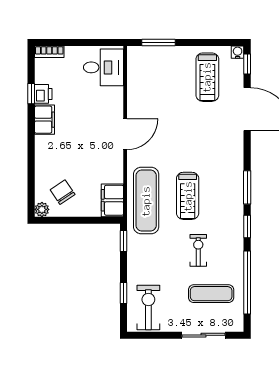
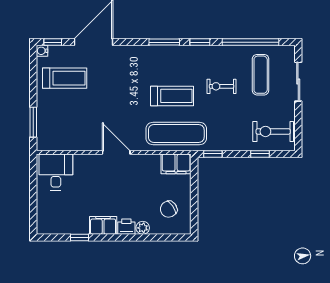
bookcase: (49, 52) -> (42, 221), removed
printer: (43, 94) -> (126, 227), moved
plant: (42, 209) -> (143, 228), moved

